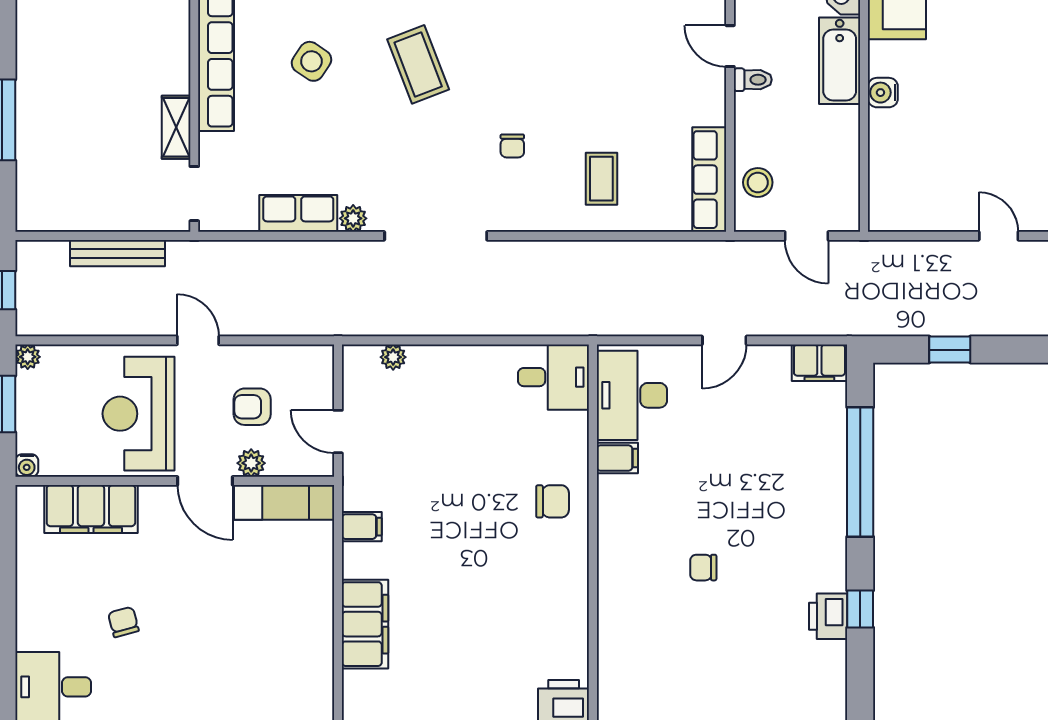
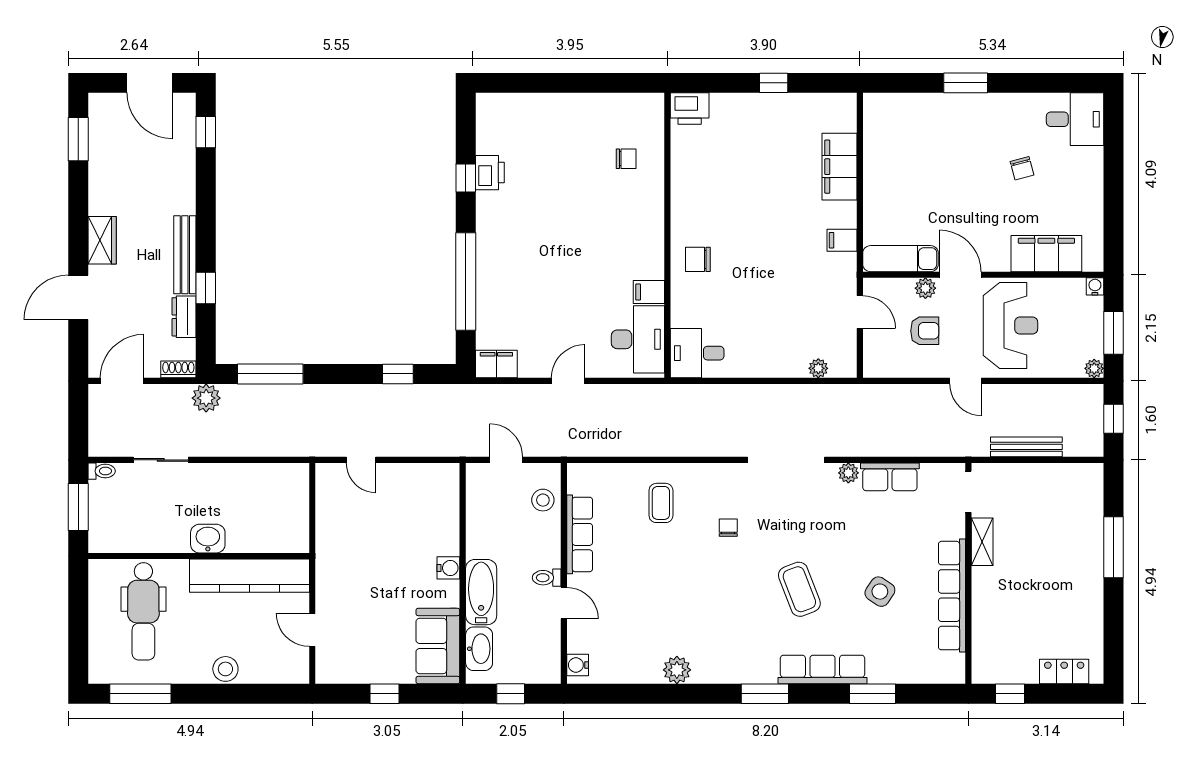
row of seats: (709, 180) -> (580, 534), moved
chair: (703, 568) -> (626, 159), moved

